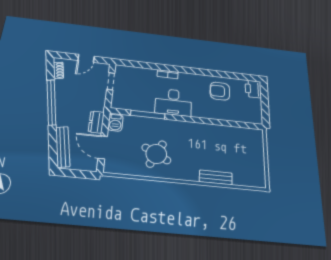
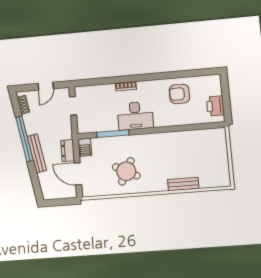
printer: (253, 89) -> (215, 106), moved
bench: (63, 147) -> (37, 153), moved

